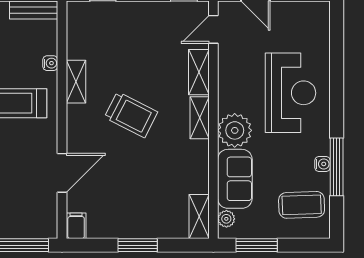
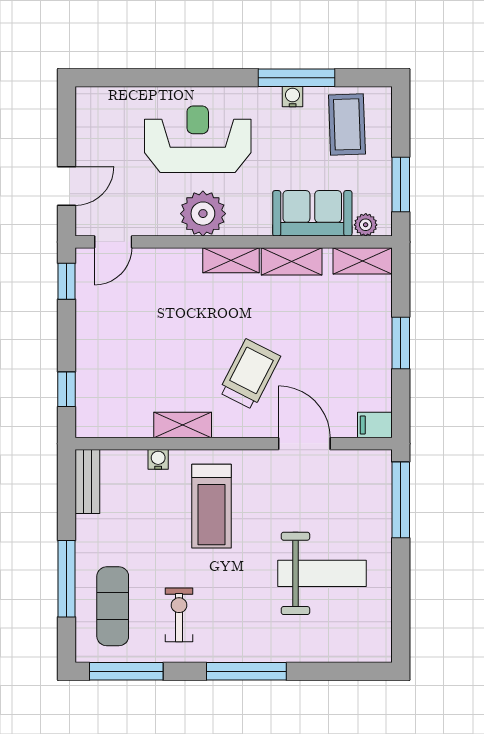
door: (213, 29) -> (113, 242), hinge flipped
shelving: (199, 72) -> (292, 261), moved
trolley: (131, 115) -> (250, 374), moved
plant: (235, 130) -> (203, 214), moved

